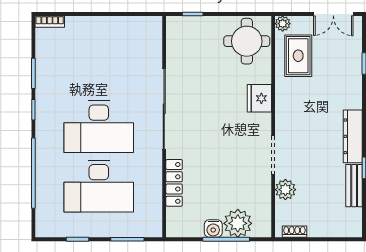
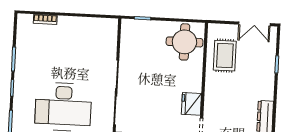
bookcase: (50, 22) -> (45, 19), moved
plant: (283, 24) -> (214, 29), removed
fridge: (259, 98) -> (191, 104), moved

